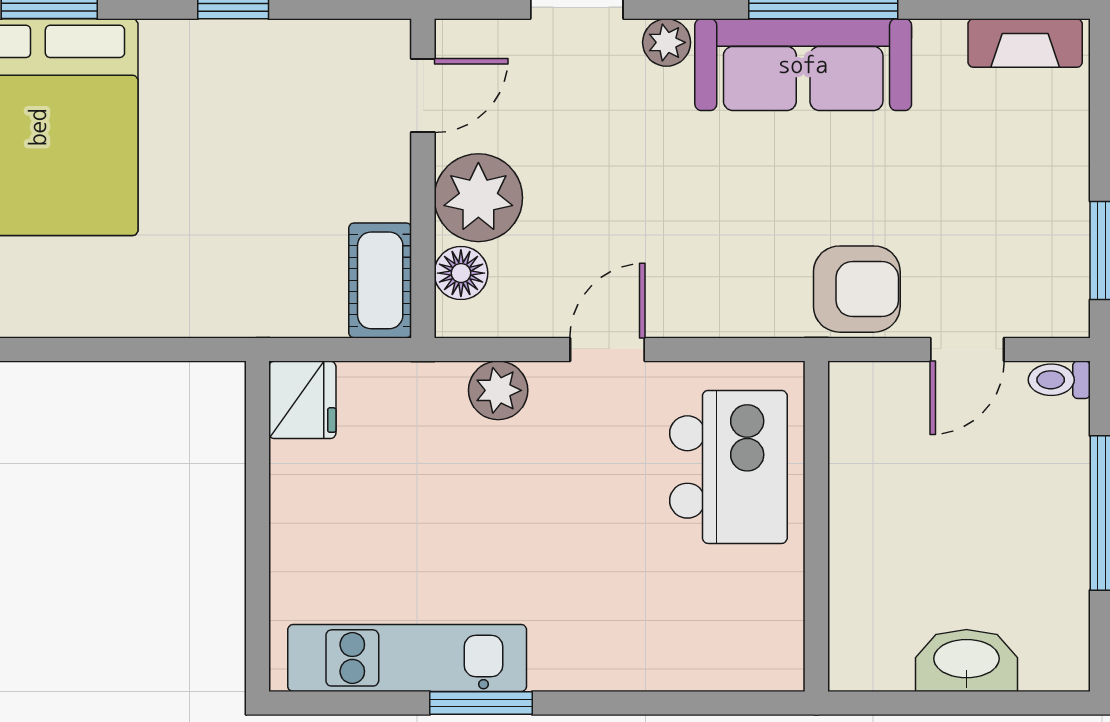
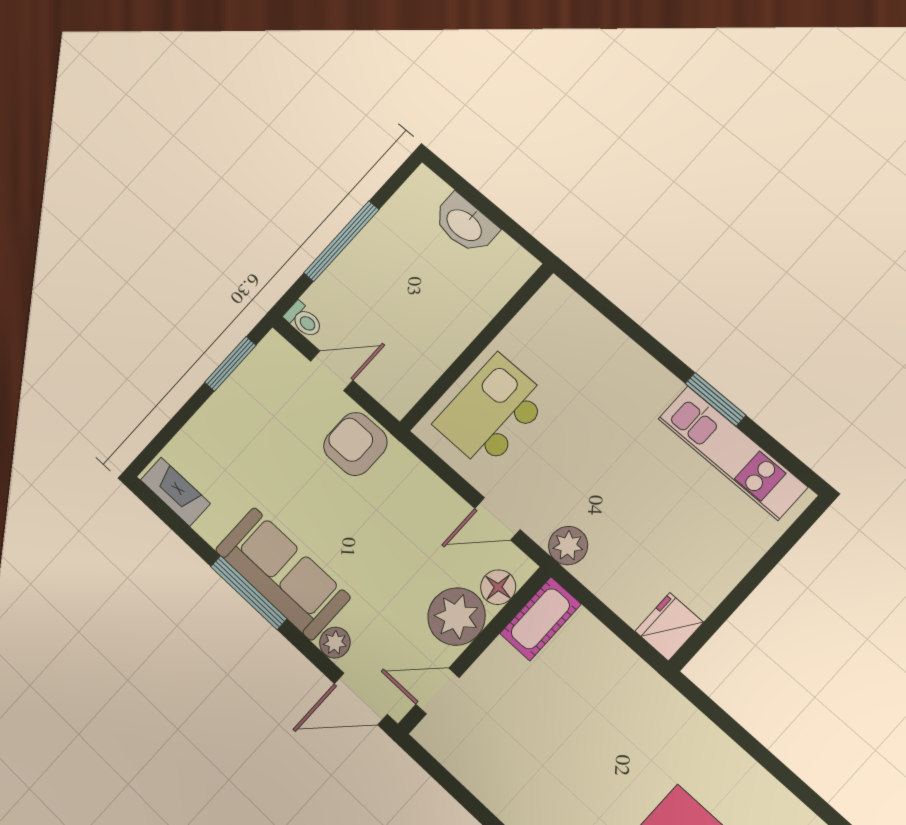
door: (423, 96) -> (438, 691), moved
wall: (423, 178) -> (474, 650), moved
plant: (478, 198) -> (457, 617), moved
floor lamp: (461, 273) -> (498, 587), moved
cot: (380, 280) -> (540, 619), moved

